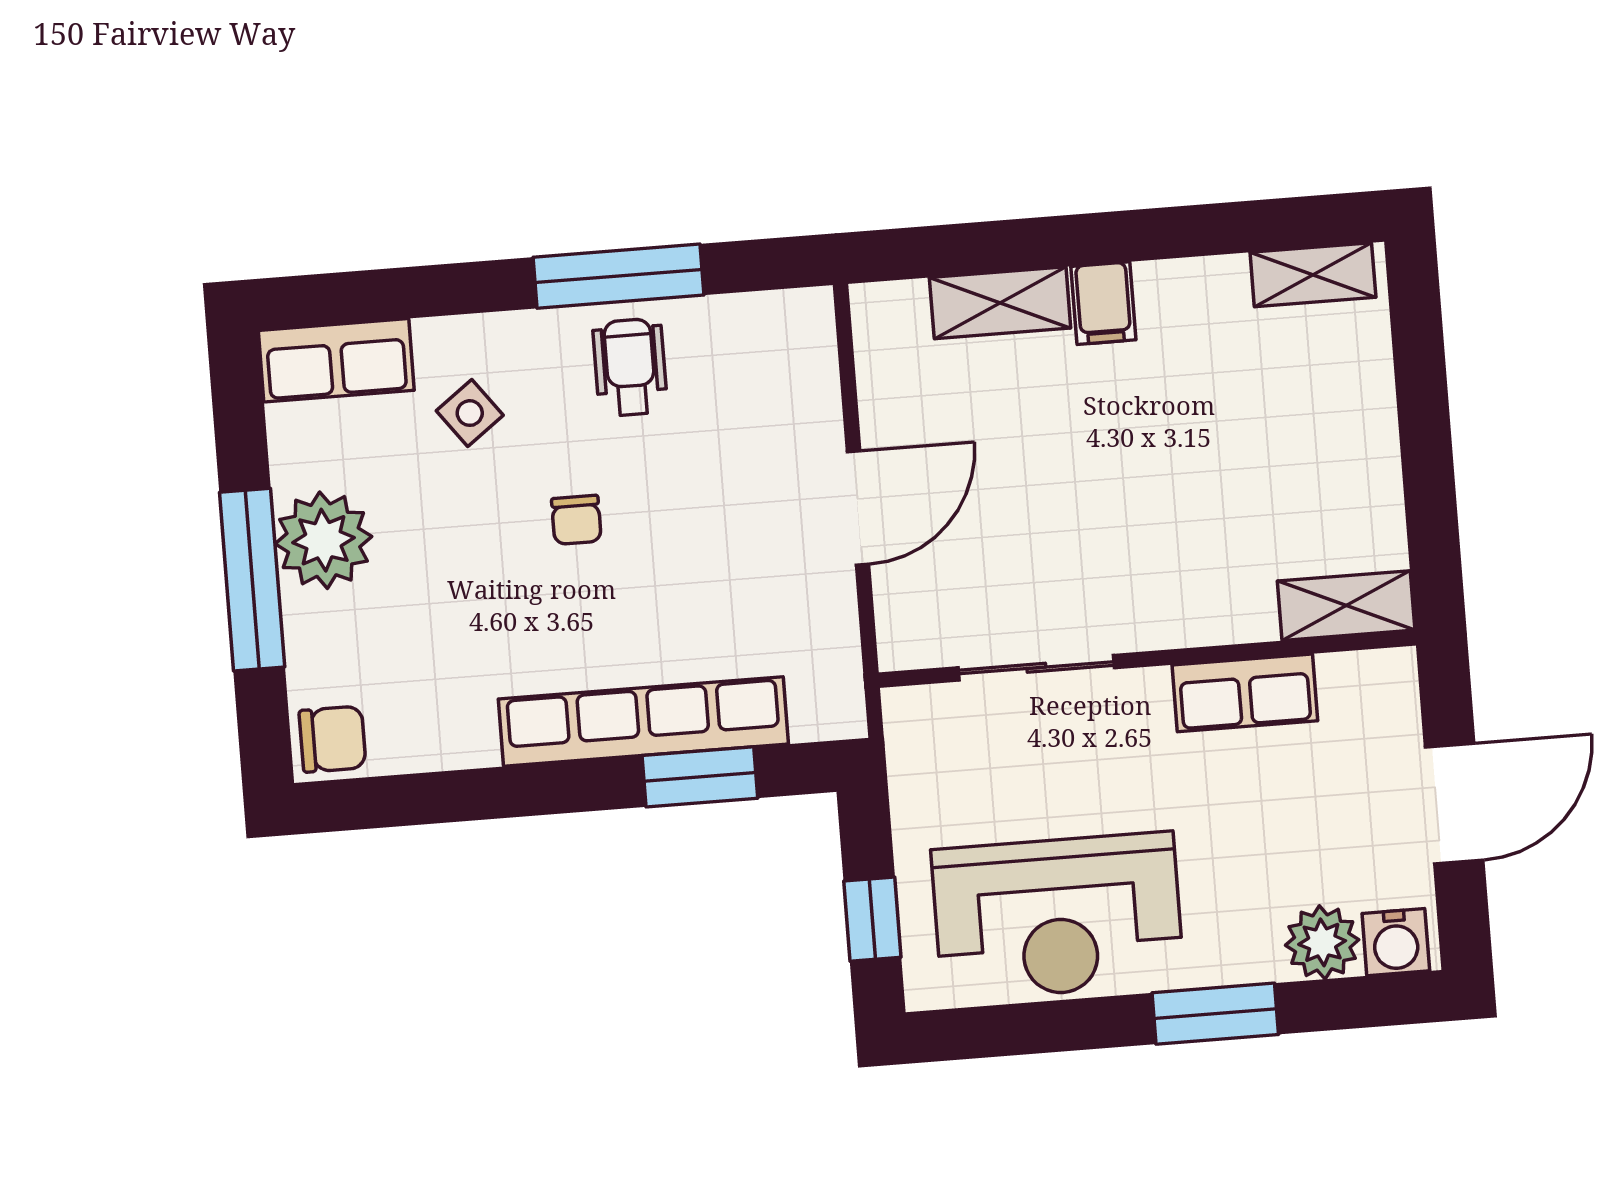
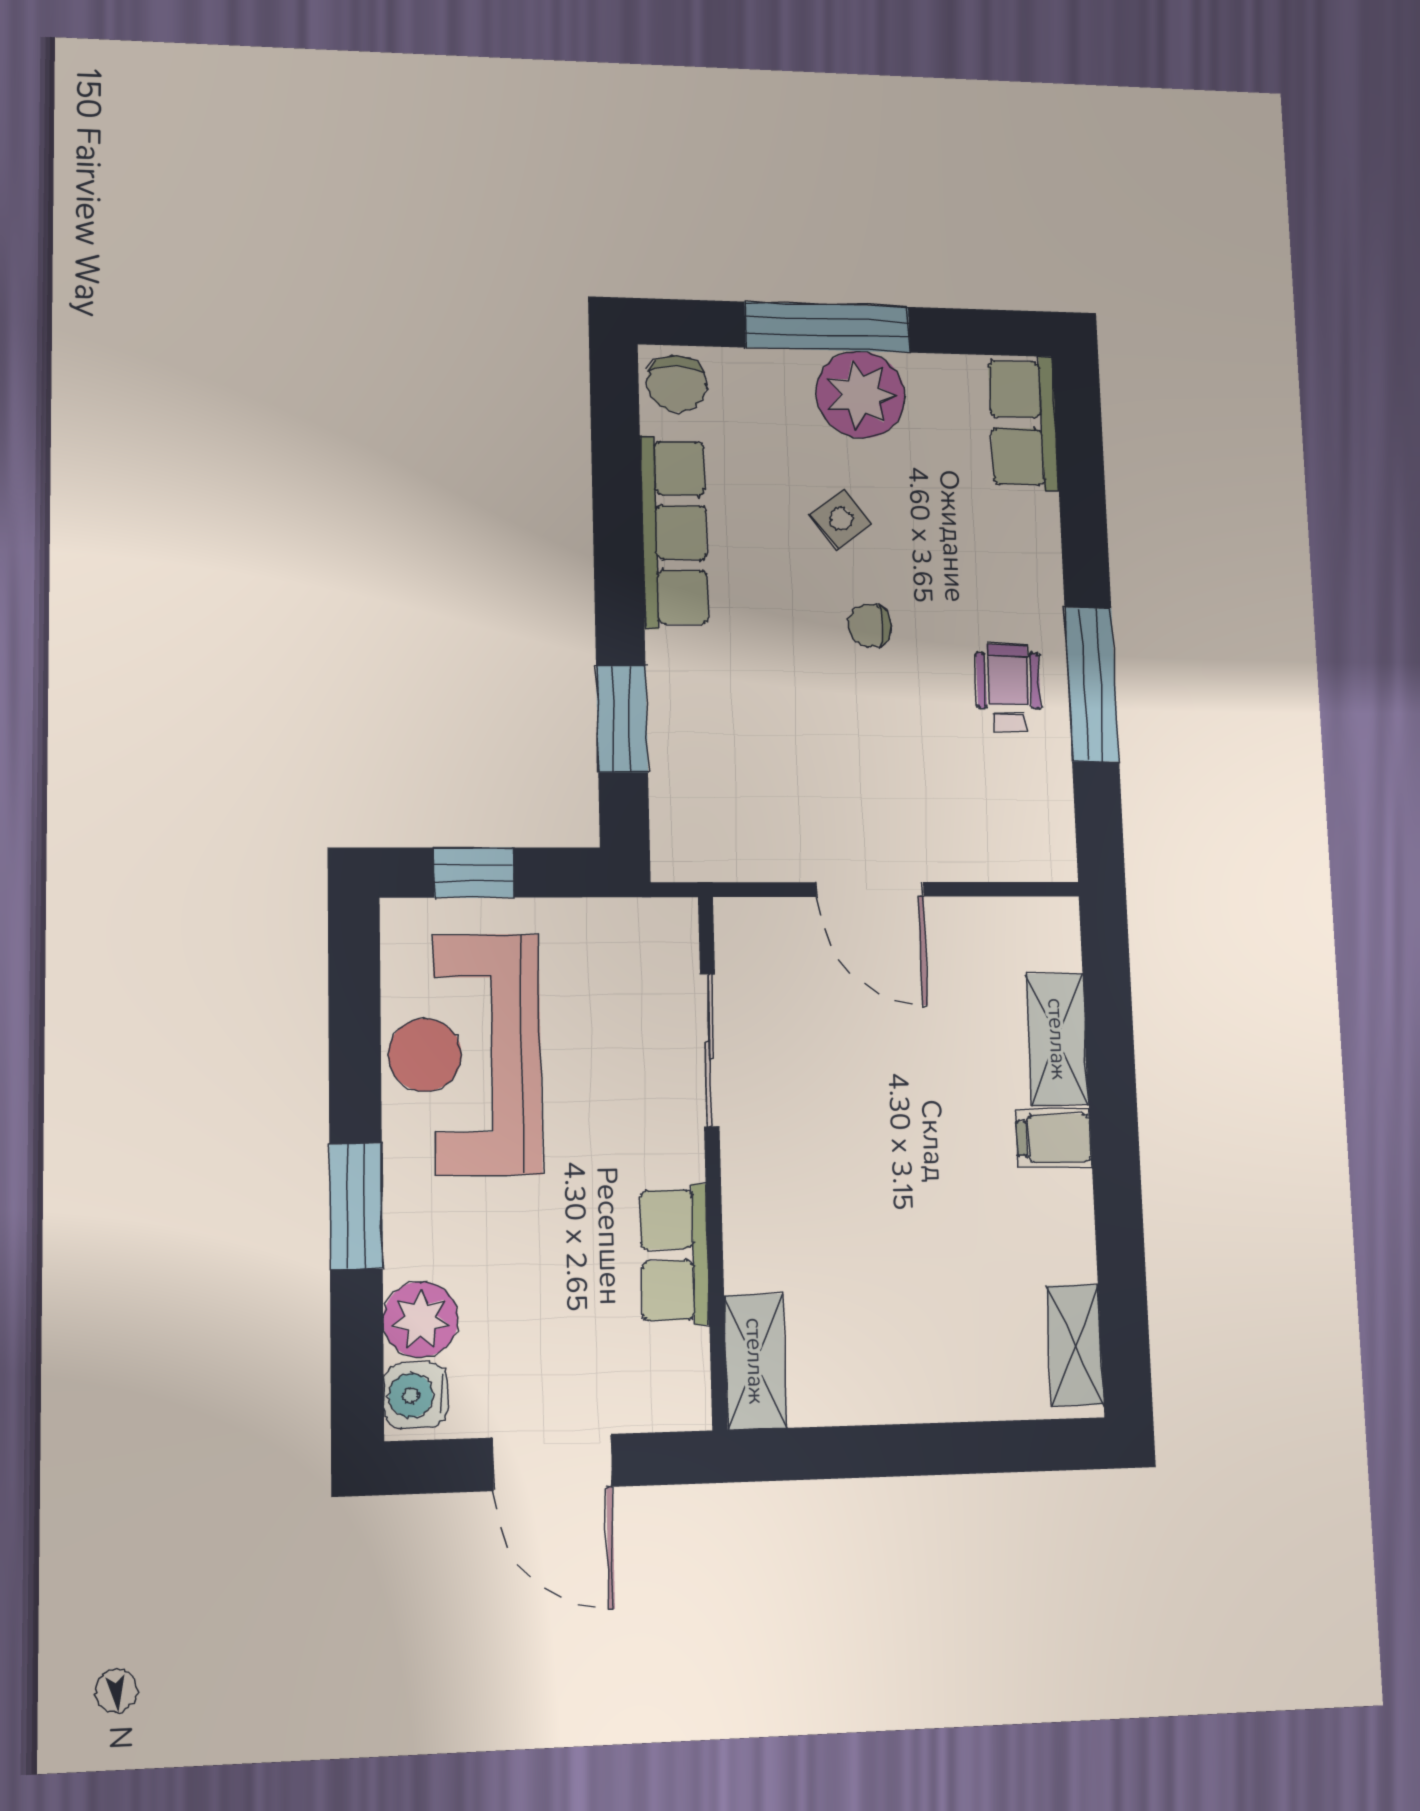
wheelchair: (630, 367) -> (1009, 688), turned -90
side table: (470, 413) -> (841, 519), moved
row of seats: (643, 722) -> (674, 532), moved, width x0.73

